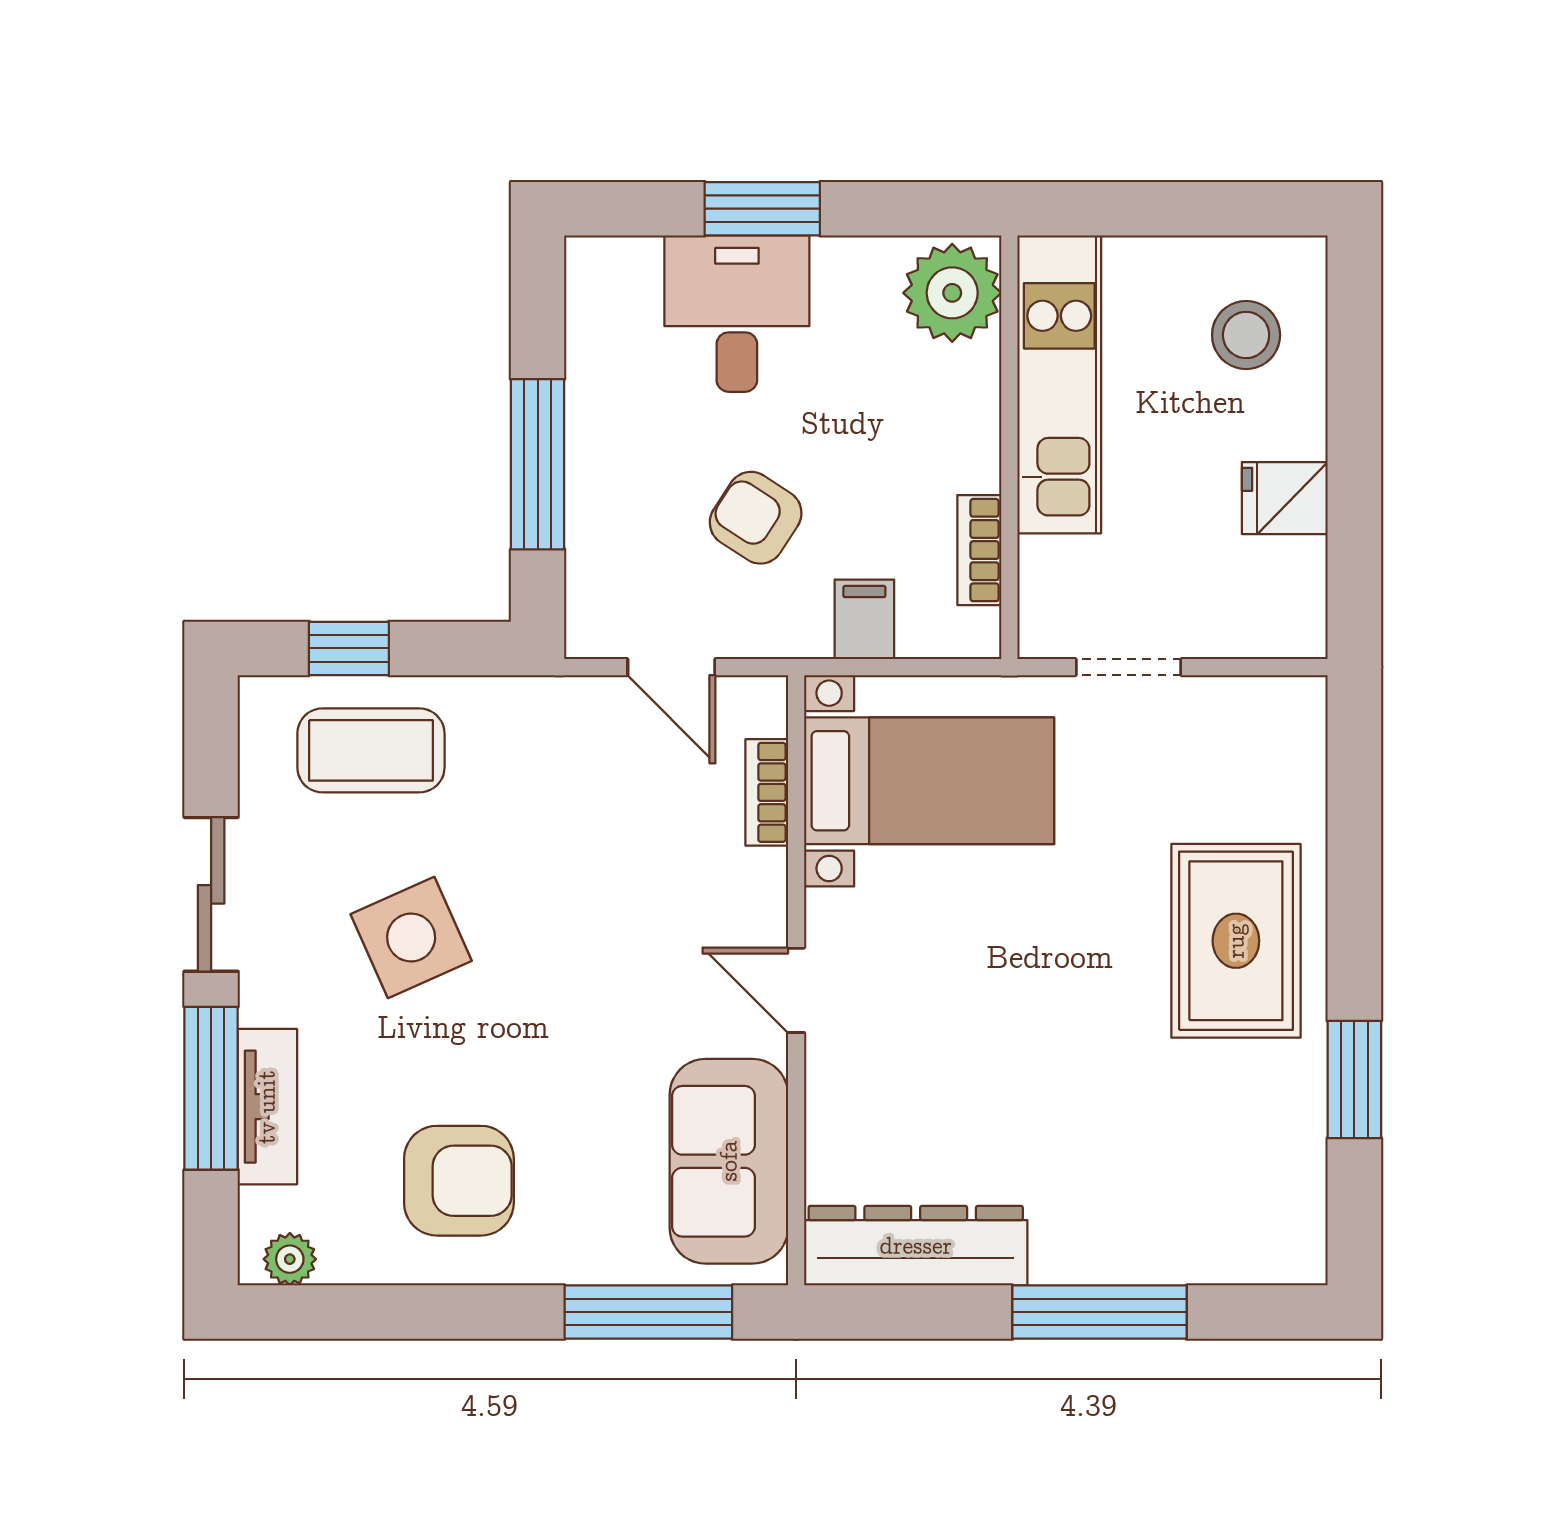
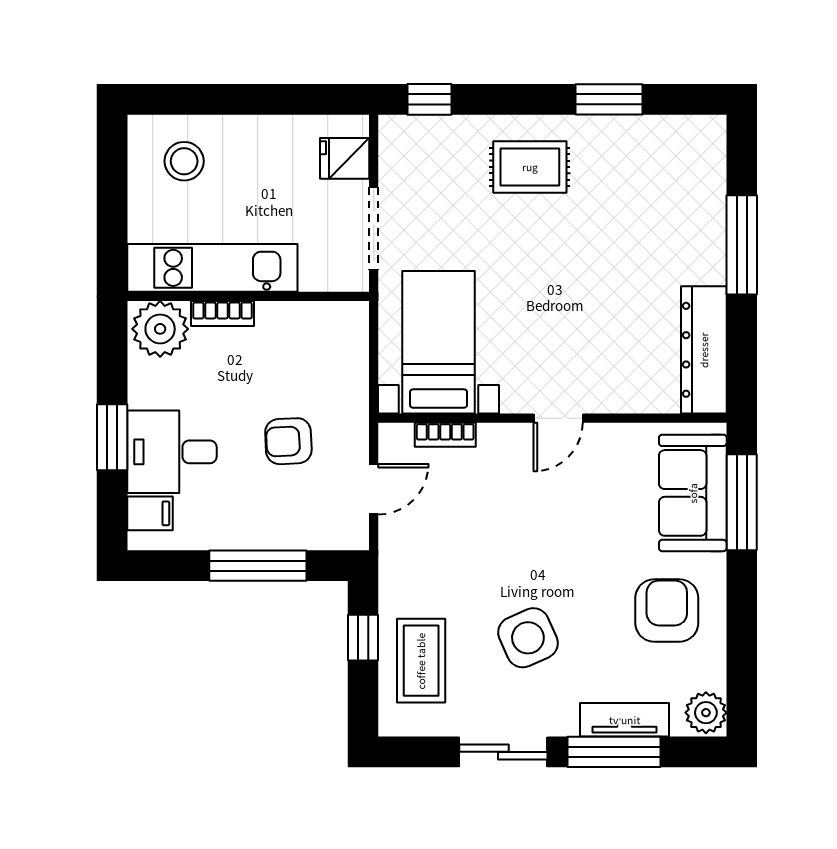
fridge: (1285, 498) -> (345, 158), moved, turned 90
armchair: (756, 518) -> (288, 441), turned 54
bookcase: (979, 550) -> (223, 314), moved
filing cabinet: (864, 619) -> (150, 513), moved, turned 180
window: (349, 648) -> (363, 638), moved
doorway: (1128, 667) -> (374, 228), width x1.38
window: (1354, 765) -> (429, 99), added
rug: (1236, 941) -> (530, 167), width x0.73, depth x0.70
sofa: (729, 1161) -> (693, 493), moved, turned 90
plant: (290, 1259) -> (706, 713), width x1.38, depth x1.38

